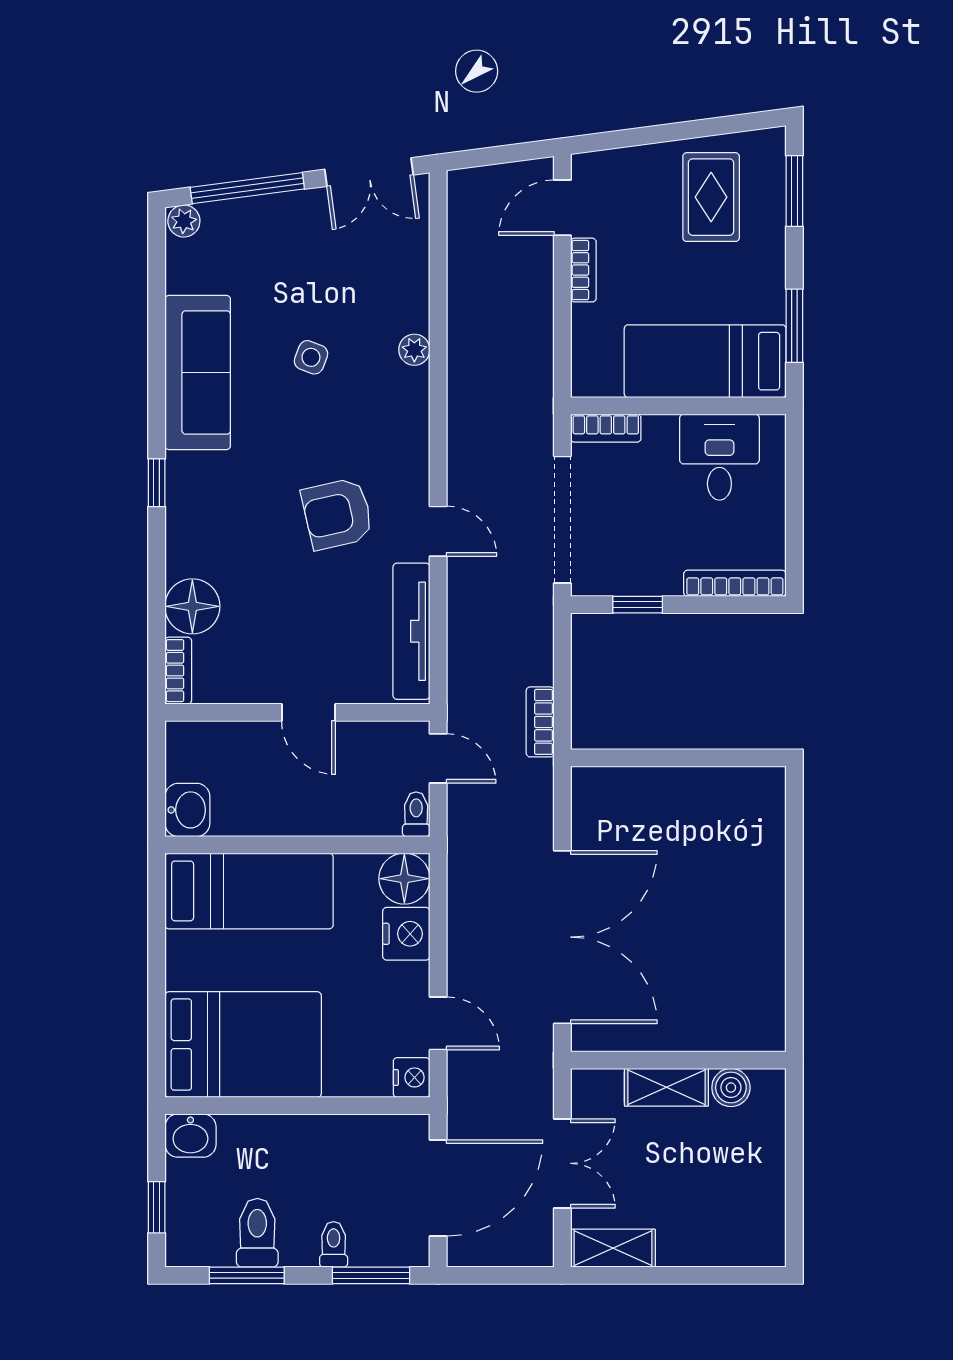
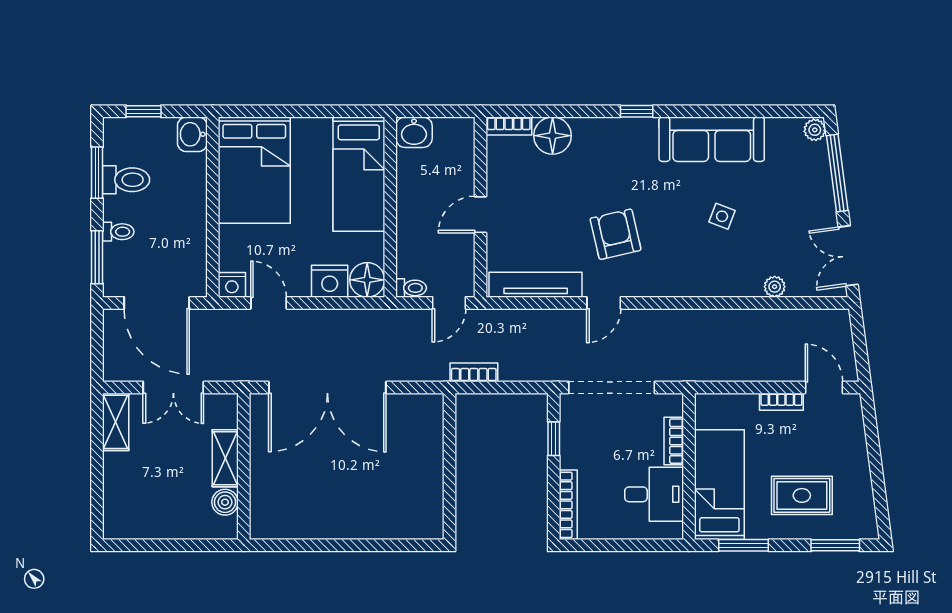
rug: (711, 197) -> (802, 495), moved
plant: (414, 350) -> (775, 287), moved
bookcase: (606, 428) -> (674, 441), moved
door: (438, 1023) -> (269, 303), swing flipped

